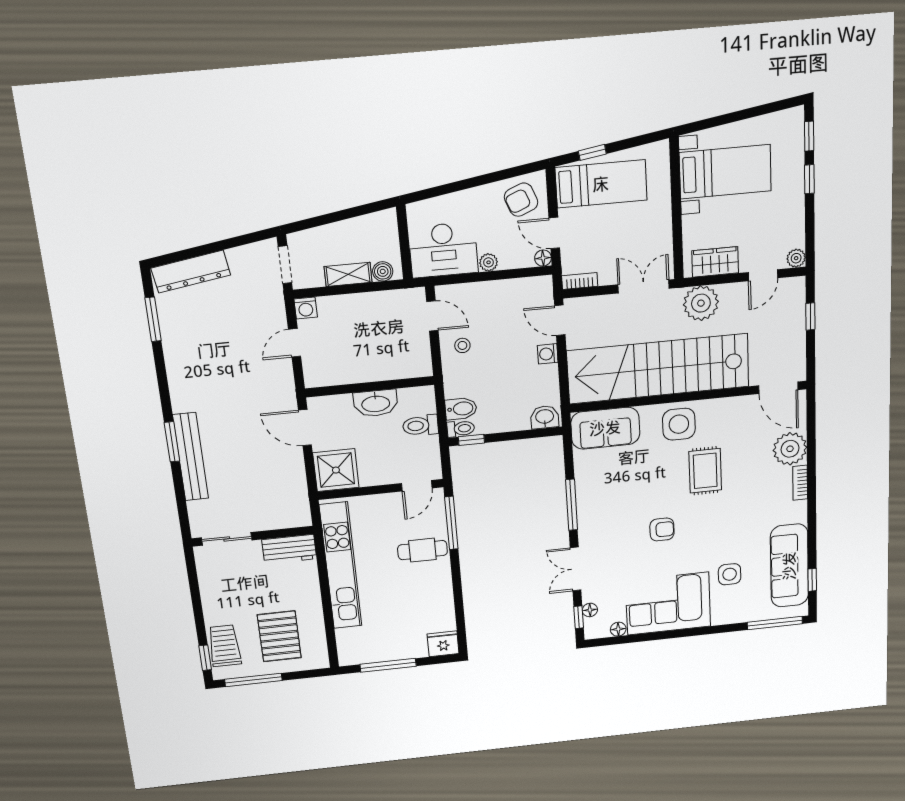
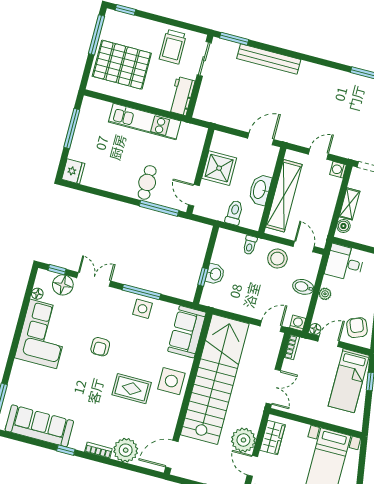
desk: (443, 250) -> (345, 263), width x0.73
plant: (701, 303) -> (243, 440), moved
door: (432, 316) -> (304, 246), swing flipped
door: (295, 343) -> (318, 154), hinge flipped
stool: (462, 345) -> (277, 259), width x1.89, depth x1.89
washing machine: (548, 354) -> (298, 323), moved
shelving: (372, 368) -> (284, 196), added
bidet: (461, 409) -> (303, 287), moved, turned 90
washbasin: (545, 417) -> (215, 274), moved
toilet: (461, 429) -> (250, 245), moved
window: (471, 440) -> (203, 277), moved
window: (172, 442) -> (234, 39), moved
shower: (336, 470) -> (219, 168), moved
kitchen unit: (341, 566) -> (145, 121), width x0.73
side table: (730, 574) -> (142, 309), moved
window: (812, 580) -> (66, 450), moved
floor lamp: (590, 610) -> (63, 285), width x1.89, depth x1.89
pallet: (279, 636) -> (122, 65), width x1.37, depth x1.41
trolley: (225, 646) -> (173, 47), moved, turned 90

